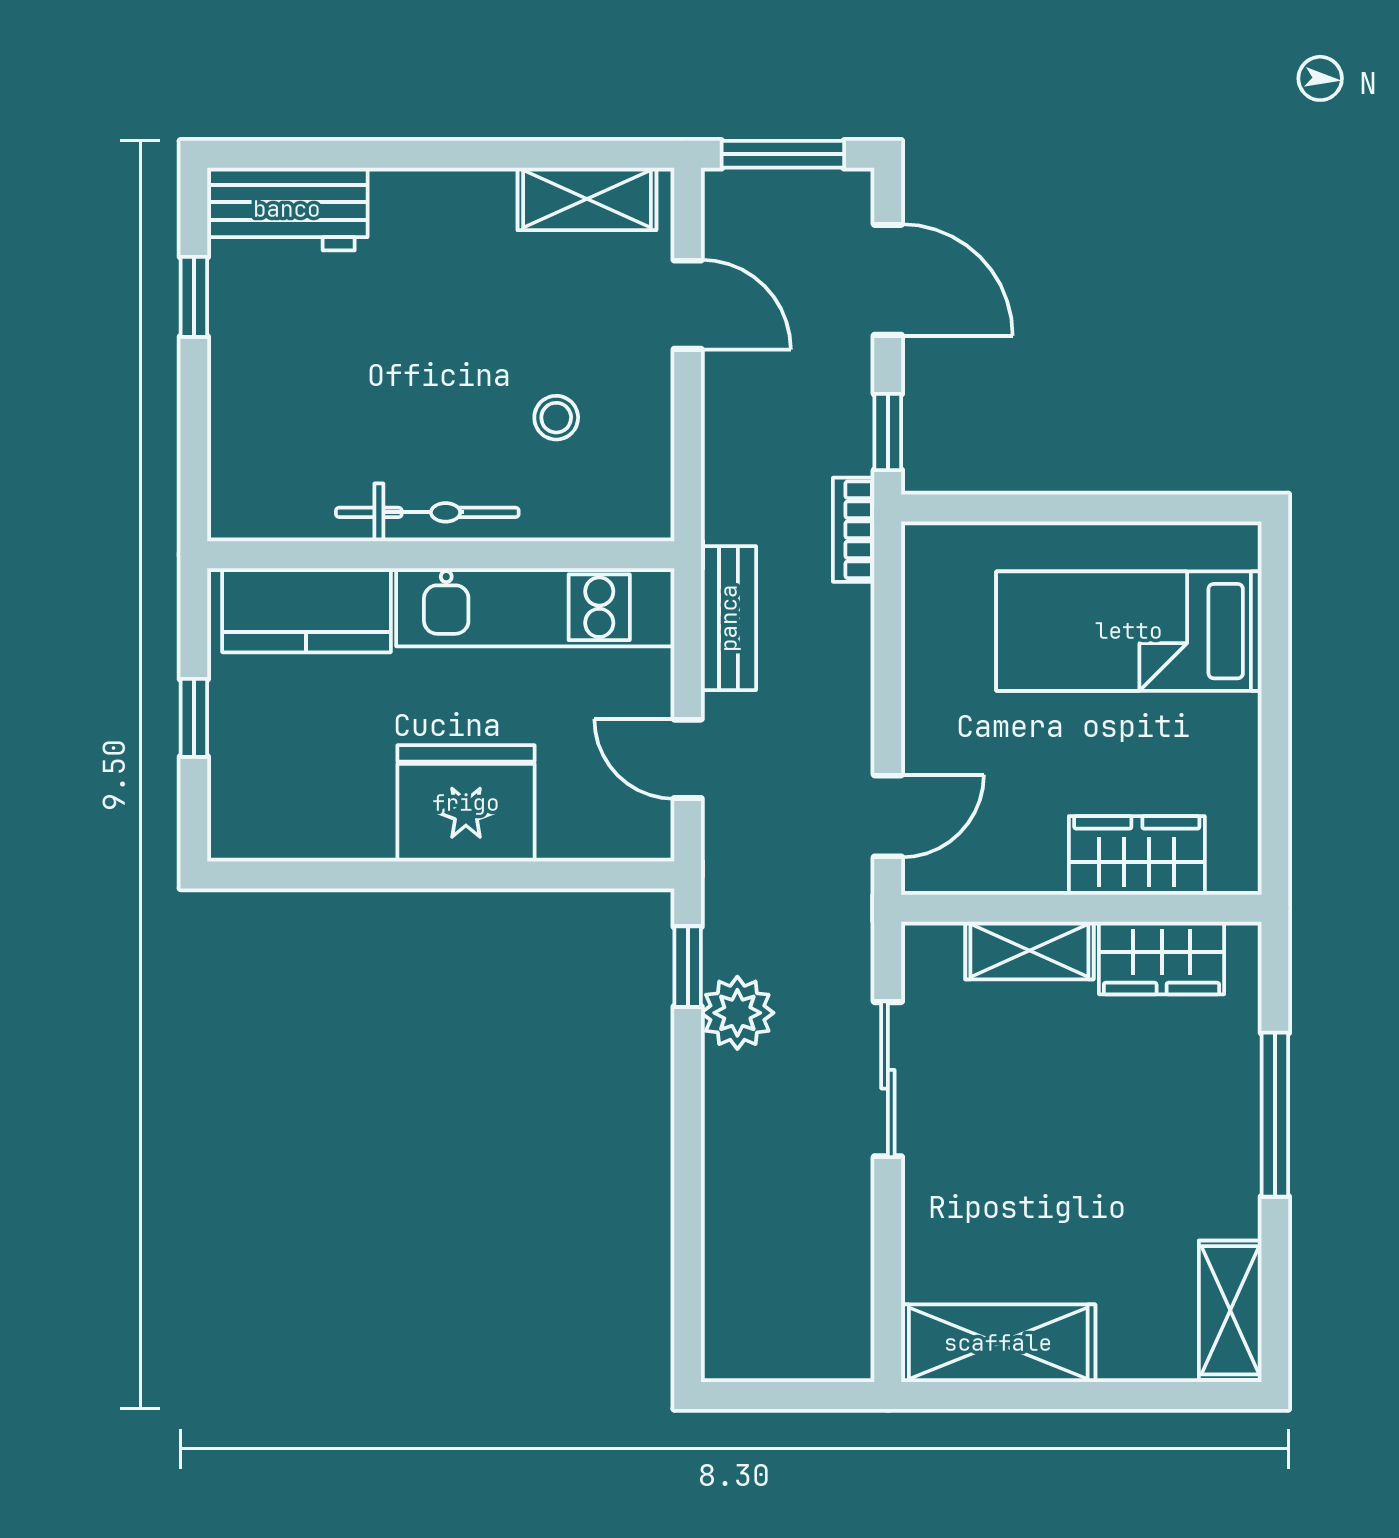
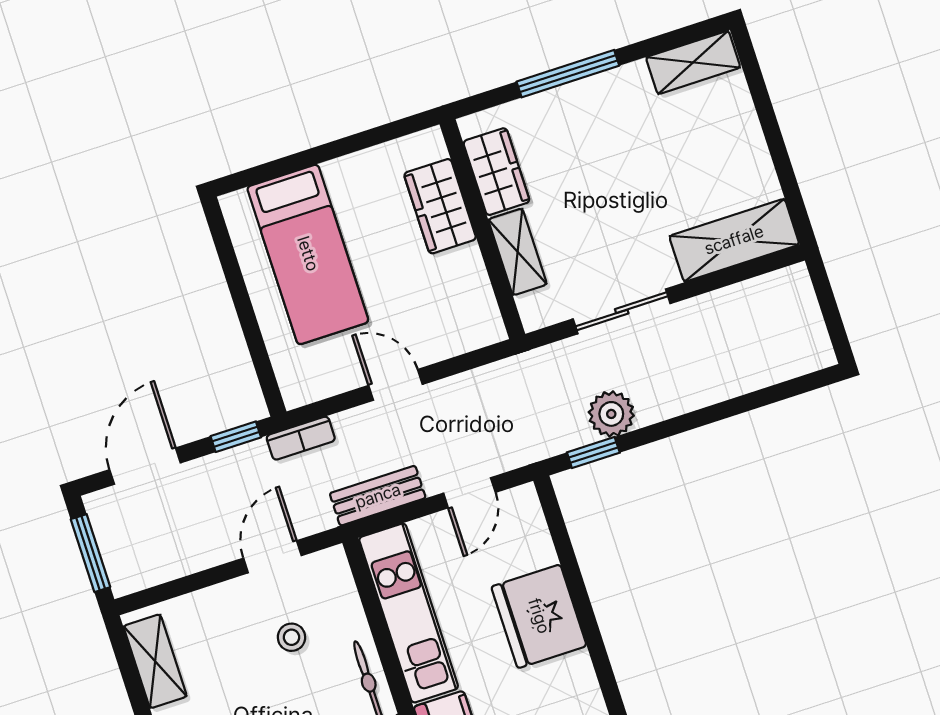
door: (688, 305) -> (272, 557), moved
door: (888, 816) -> (395, 385), moved
shelving: (998, 1343) -> (734, 240), moved, turned 90

